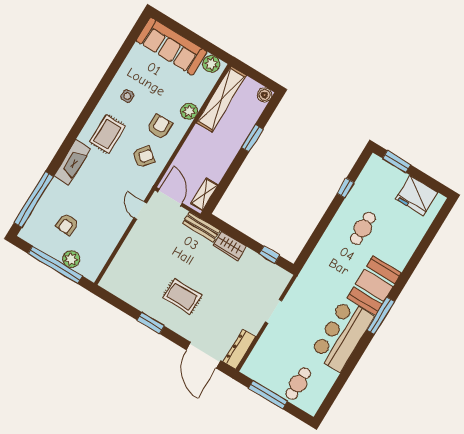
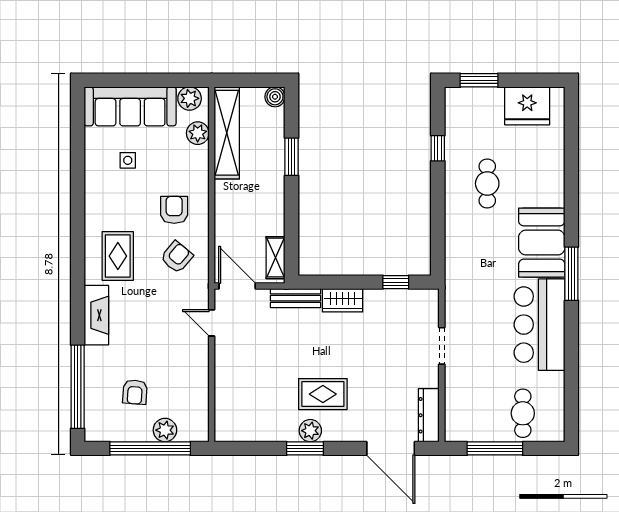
side table: (127, 96) -> (128, 160), moved
plant: (189, 111) -> (198, 133), moved
plant: (161, 314) -> (310, 431), added

